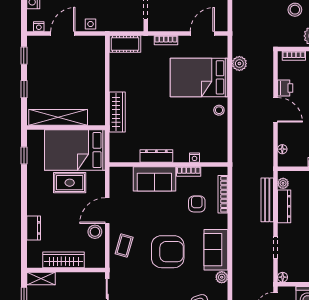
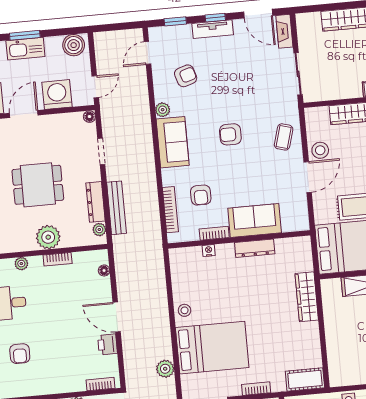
armchair: (168, 252) -> (230, 134), width x0.53, depth x0.53

